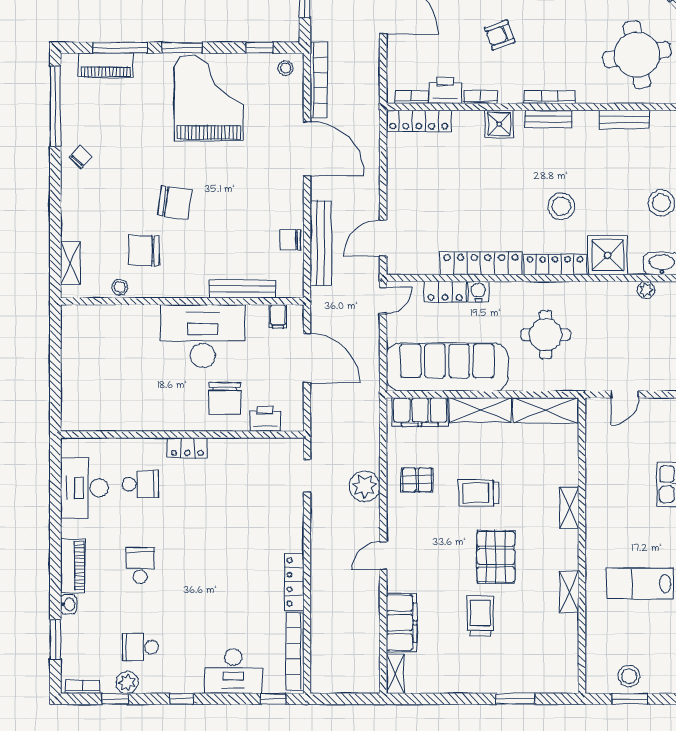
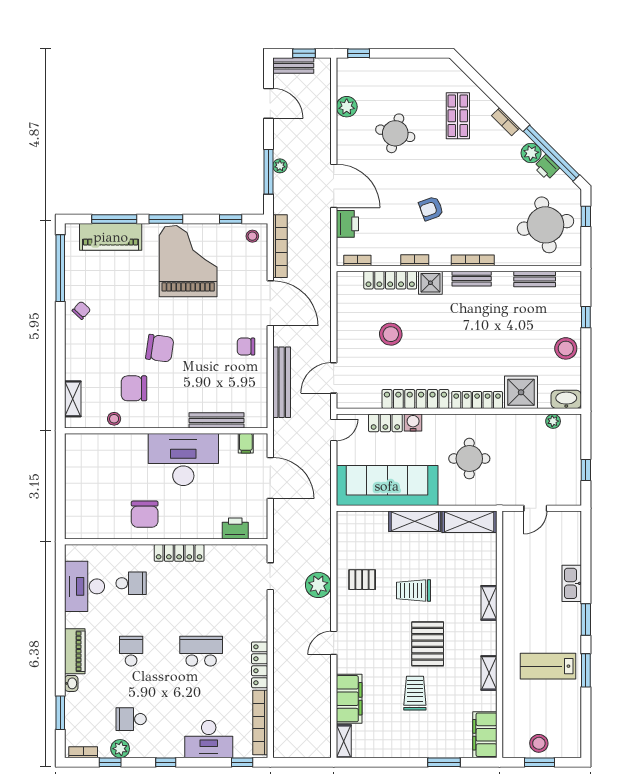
piano: (106, 65) -> (111, 237), width x1.37, depth x1.33
printer: (445, 90) -> (347, 224), moved, turned 90
locker: (419, 121) -> (390, 280), moved
stool: (561, 206) -> (391, 334), moved
chair: (290, 240) -> (246, 347), moved
chair: (225, 398) -> (145, 514), moved
filing cabinet: (420, 412) -> (485, 735), moved, turned 90
locker: (187, 448) -> (179, 553), width x1.53
school desk: (224, 566) -> (201, 651), added

